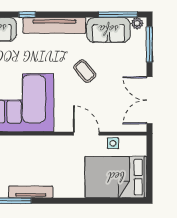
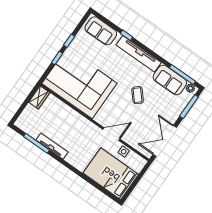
door: (86, 134) -> (111, 134), hinge flipped

